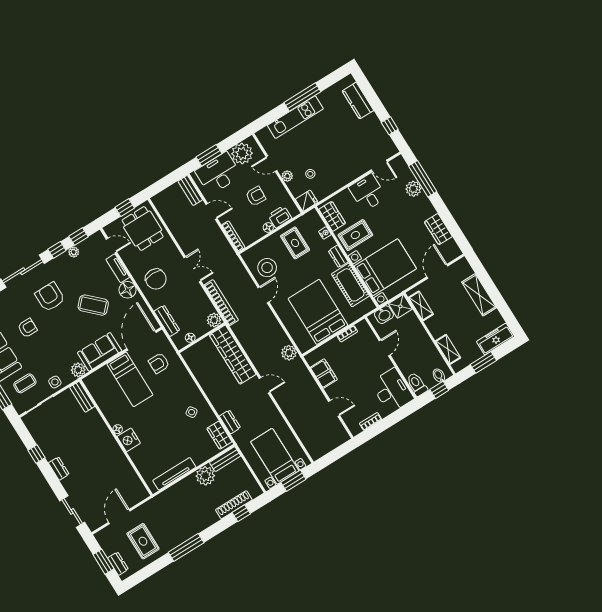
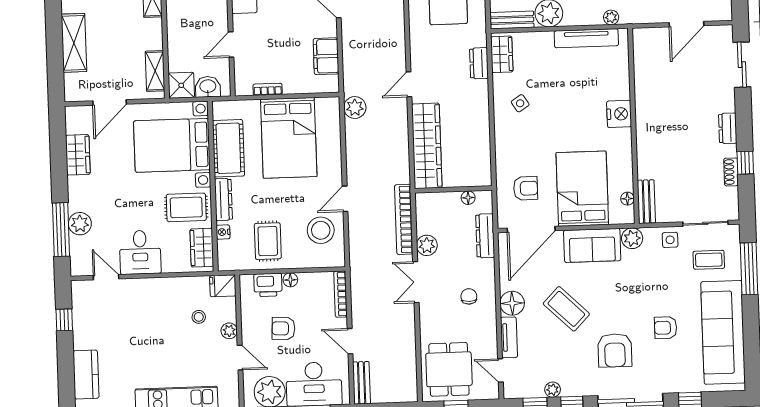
dresser: (338, 256) -> (223, 200), width x1.44
chair: (156, 279) -> (469, 296), width x0.54, depth x0.54
plant: (214, 320) -> (427, 245), moved
bed: (130, 379) -> (582, 189), width x1.50
door: (265, 385) -> (409, 84), hinge flipped
floor lamp: (118, 429) -> (627, 199), moved
shoe rack: (42, 444) -> (731, 172), added
plant: (167, 495) -> (611, 17), added

